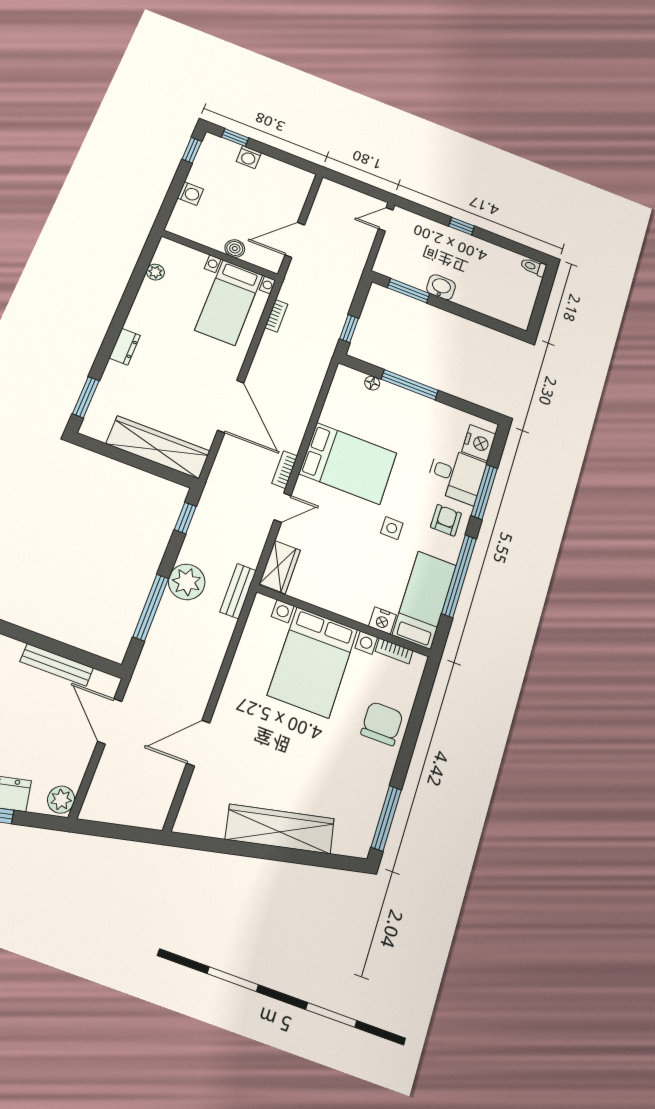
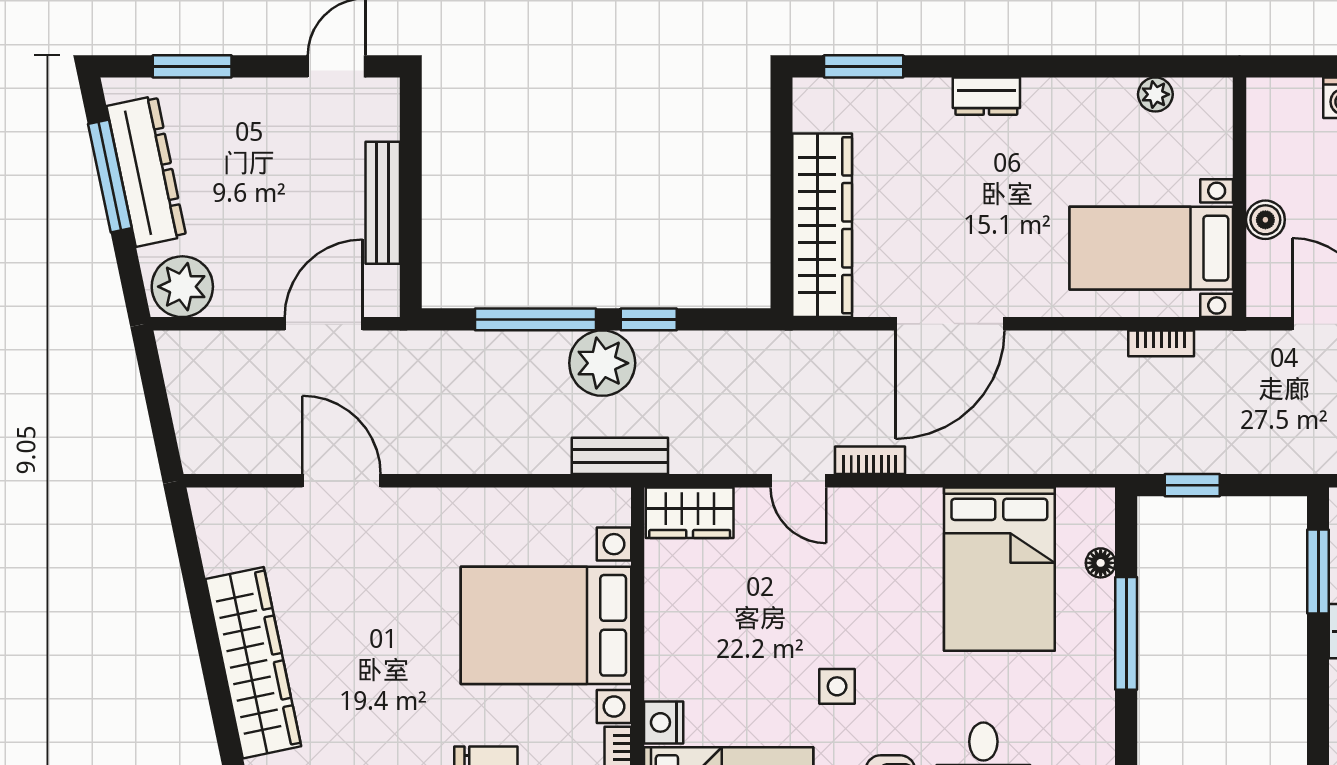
bed: (348, 463) -> (999, 569), moved
window: (185, 518) -> (649, 319), moved
plant: (61, 800) -> (182, 287), width x1.36, depth x1.36

